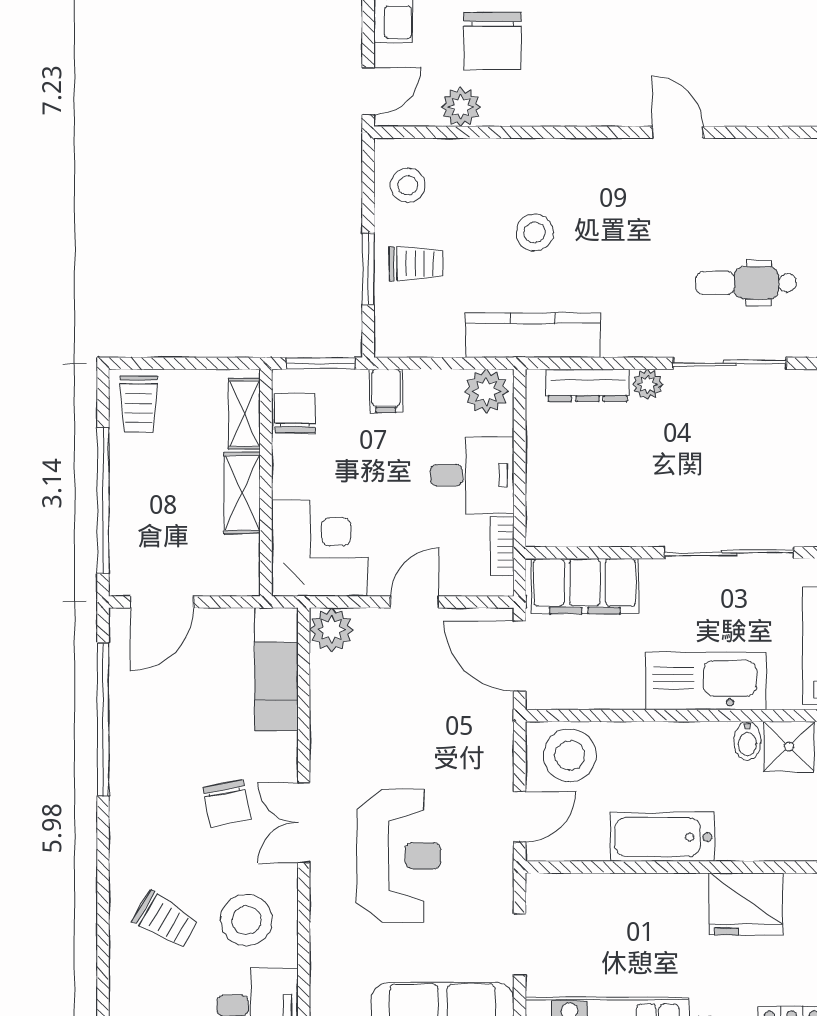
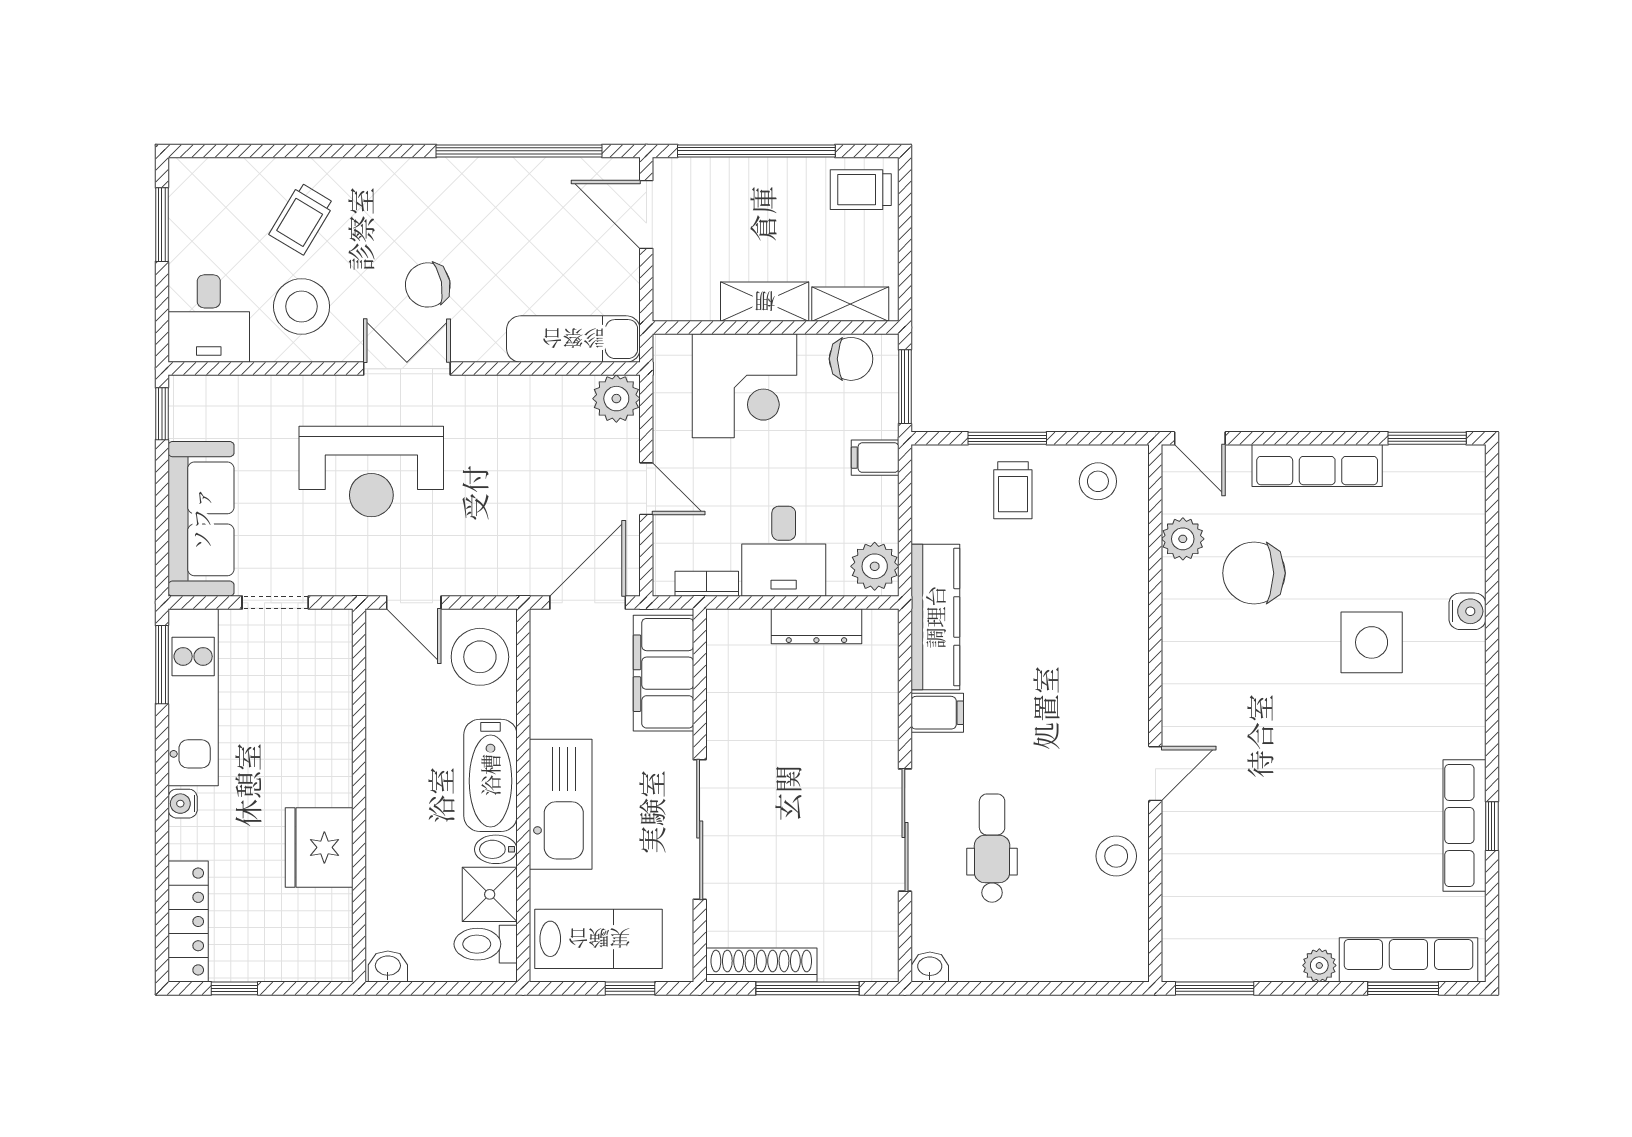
stool: (534, 233) -> (1116, 856), moved
filing cabinet: (621, 334) -> (937, 713), added
plant: (648, 384) -> (882, 741), removed
dresser: (588, 385) -> (816, 626), moved, turned -90
corner desk: (320, 548) -> (745, 386), moved
bathtub: (663, 837) -> (490, 775), moved, turned 180

